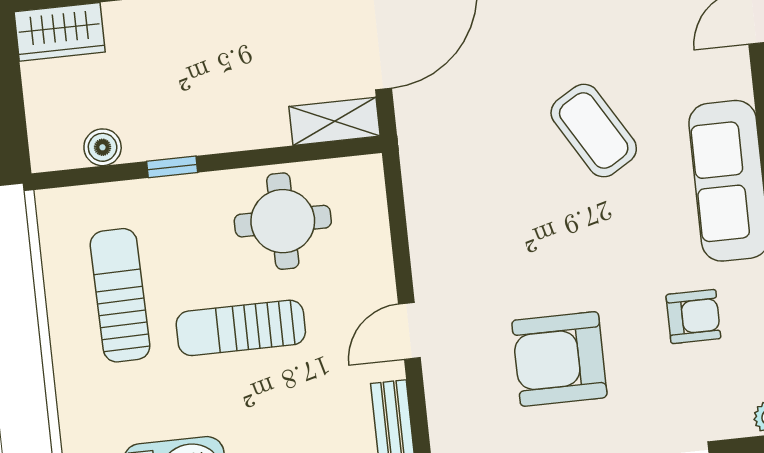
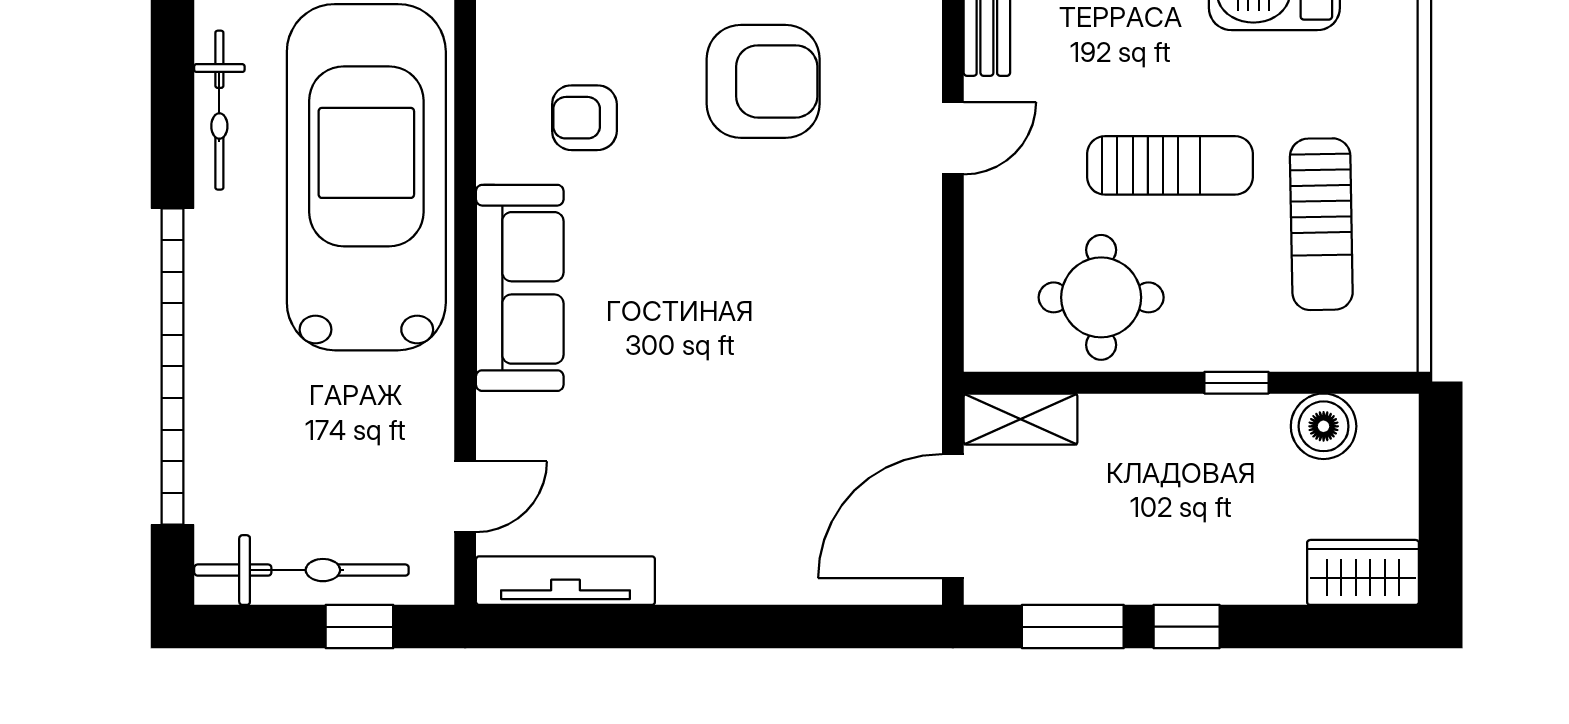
coffee table: (594, 131) -> (687, 371), removed
boiler: (103, 147) -> (1324, 426), width x1.36, depth x1.36

